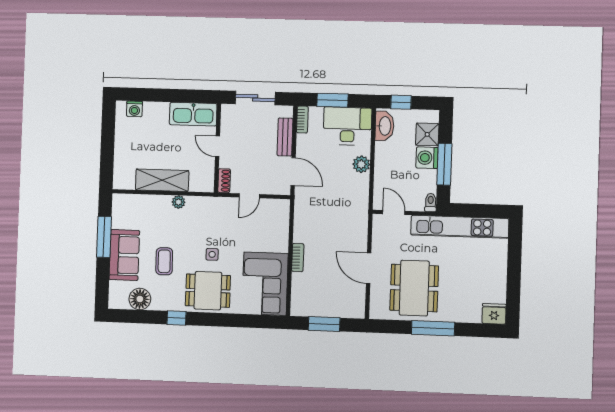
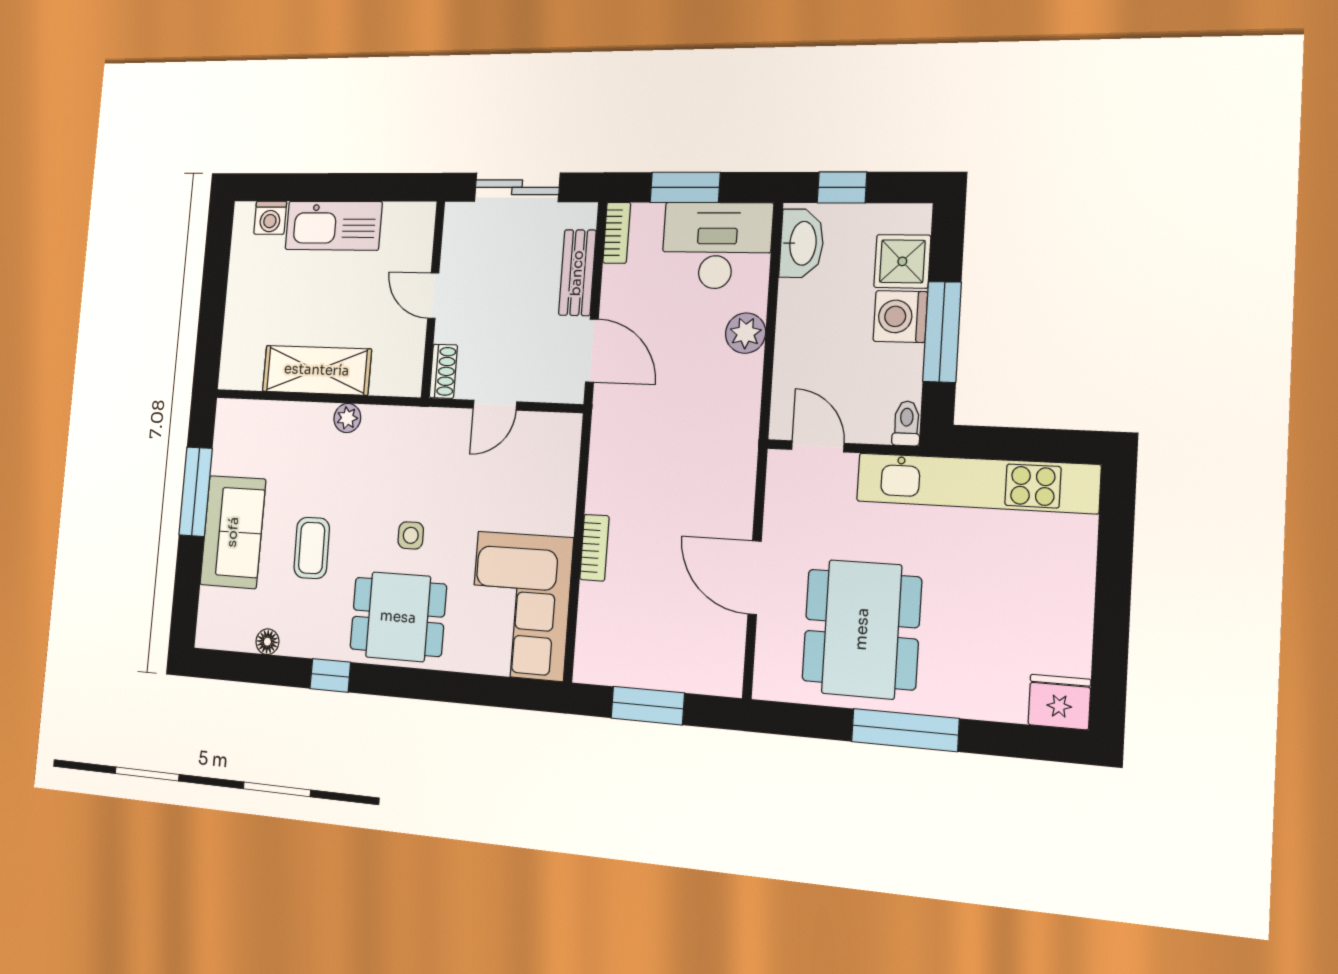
kitchen sink: (193, 114) -> (333, 226), moved
floor lamp: (140, 299) -> (267, 642), width x0.53, depth x0.53

